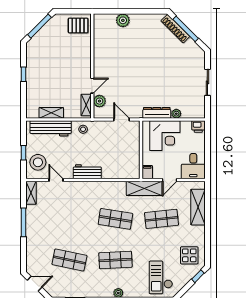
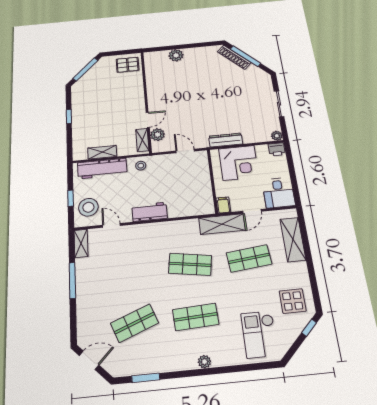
plant: (176, 114) -> (277, 136), moved
shop shelf: (69, 260) -> (134, 323), turned -33

